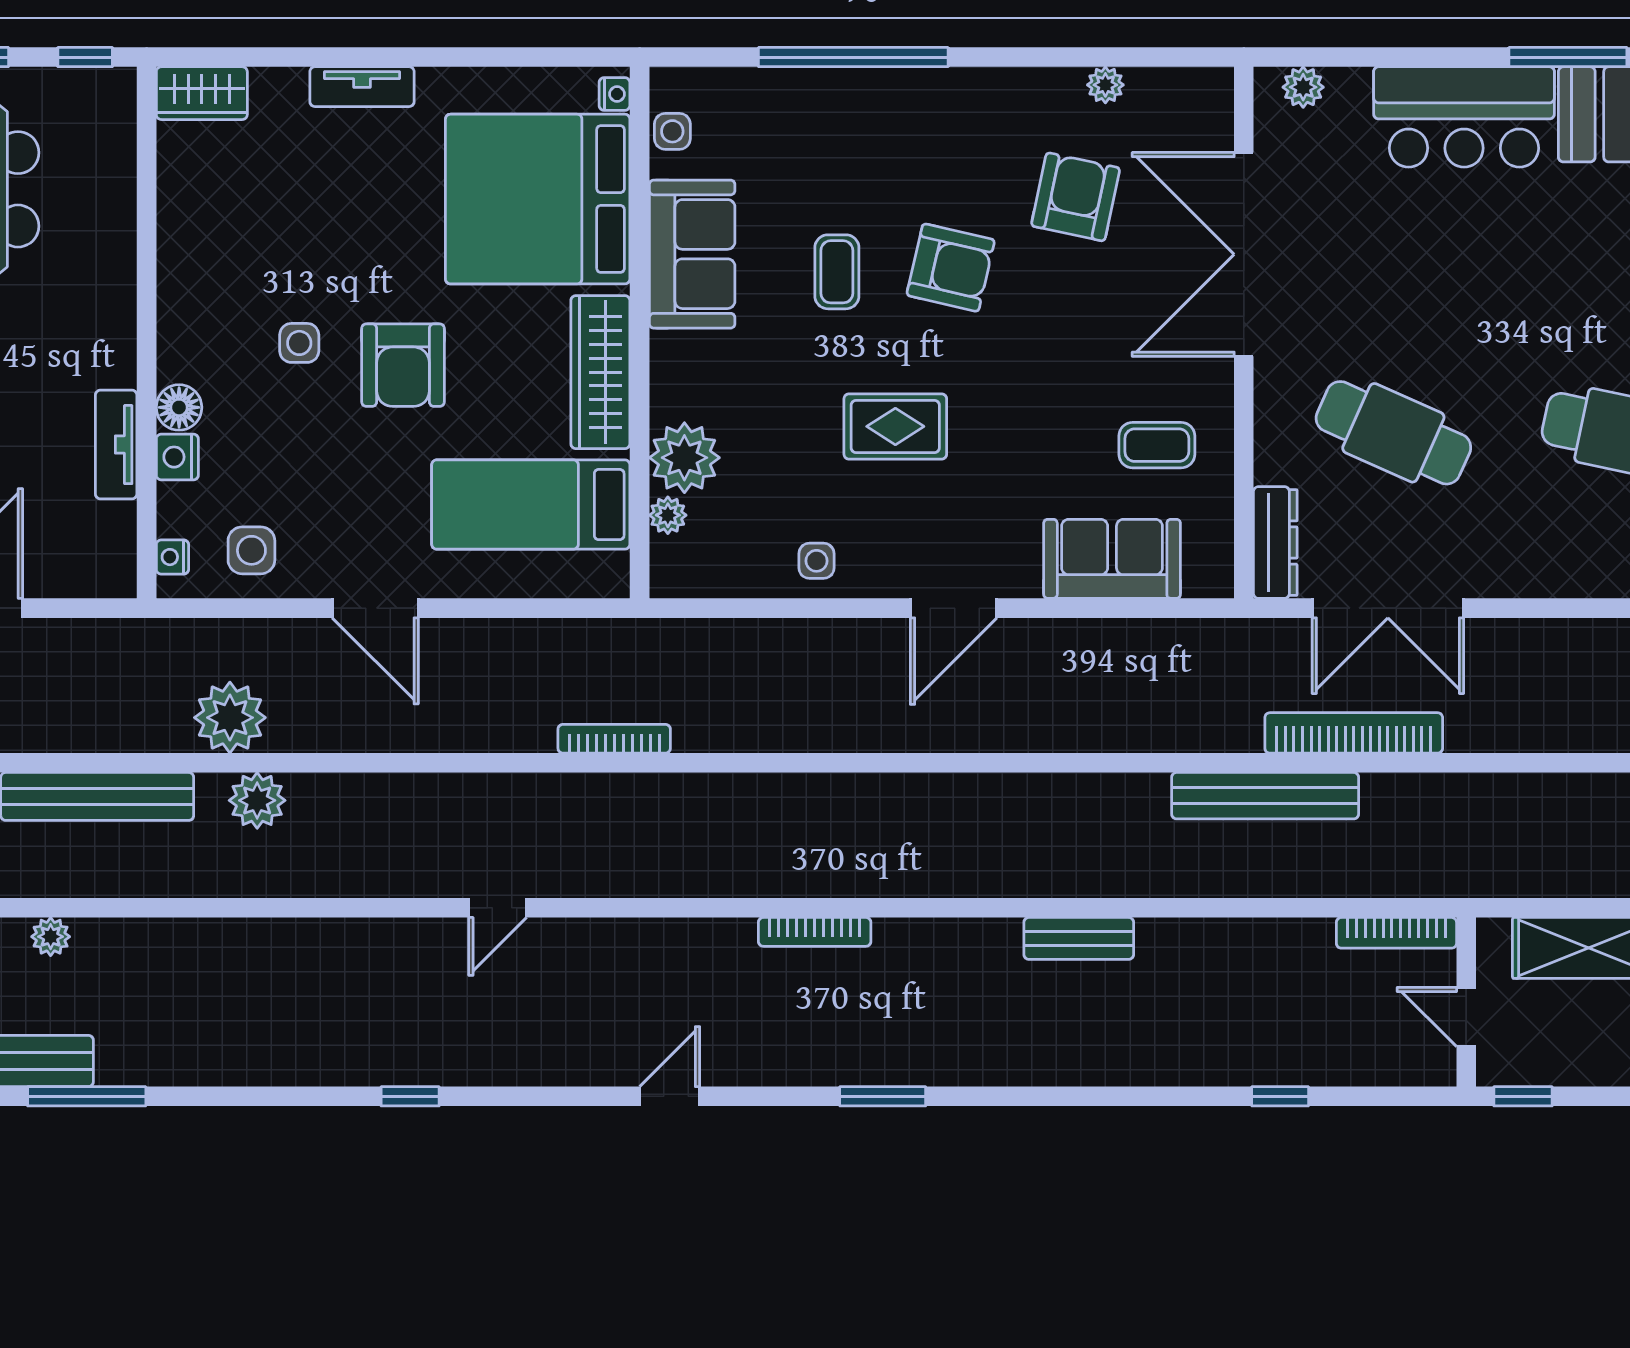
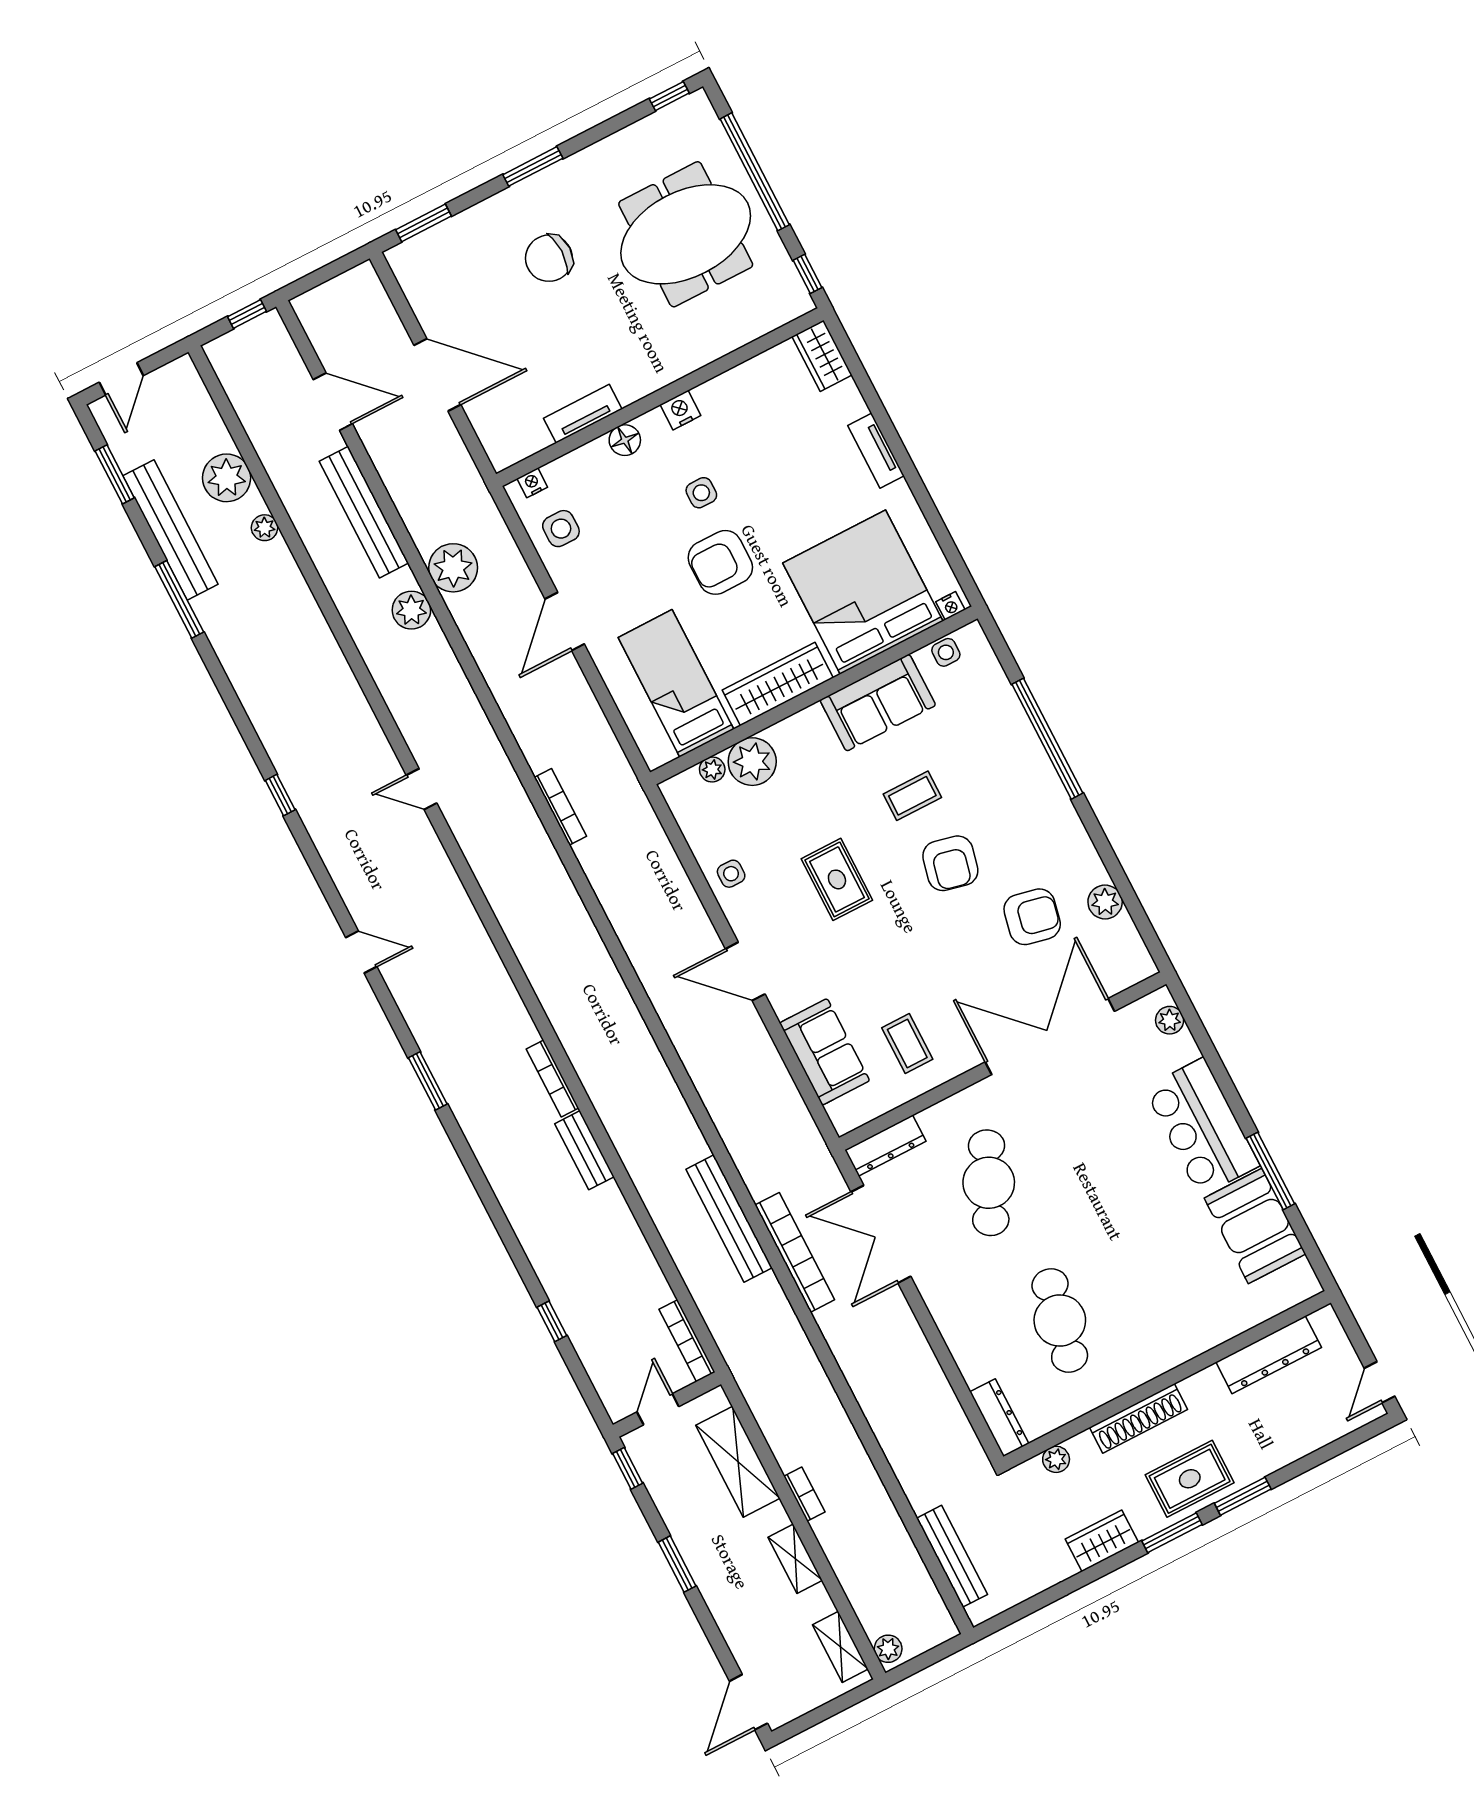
plant: (1105, 85) -> (1105, 902), width x1.38, depth x1.38
nightstand: (177, 457) -> (680, 410), moved
bookcase: (815, 932) -> (553, 1079), moved

